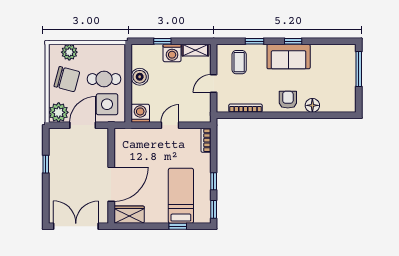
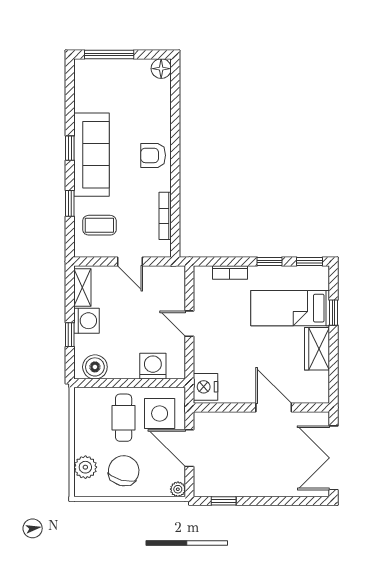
sofa: (289, 57) -> (92, 155), width x1.36
boiler: (140, 77) -> (95, 367), moved
floor lamp: (312, 105) -> (161, 69), moved
plant: (59, 112) -> (178, 489), width x0.53, depth x0.53
washing machine: (140, 113) -> (153, 366), moved, turned 90
nightstand: (126, 137) -> (206, 387), added
bookcase: (206, 140) -> (230, 272), moved
window: (46, 164) -> (224, 501), moved
door: (111, 184) -> (274, 408), width x0.73
wardrobe: (129, 215) -> (317, 349), moved

